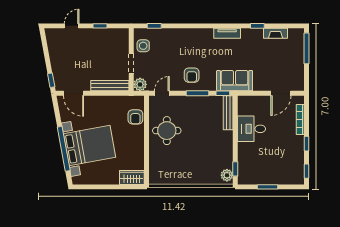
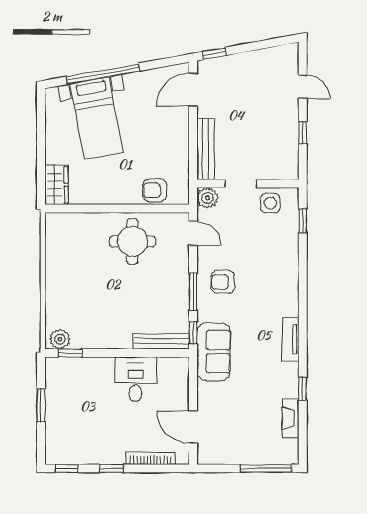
bed with nightstands: (90, 146) -> (97, 118), width x0.73

